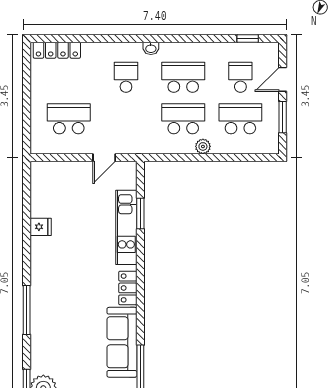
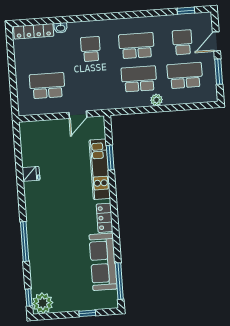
washbasin: (151, 48) -> (61, 28), moved

